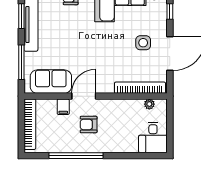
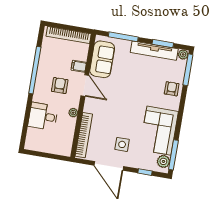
plant: (149, 104) -> (73, 113), moved
desk: (153, 138) -> (43, 116), moved

